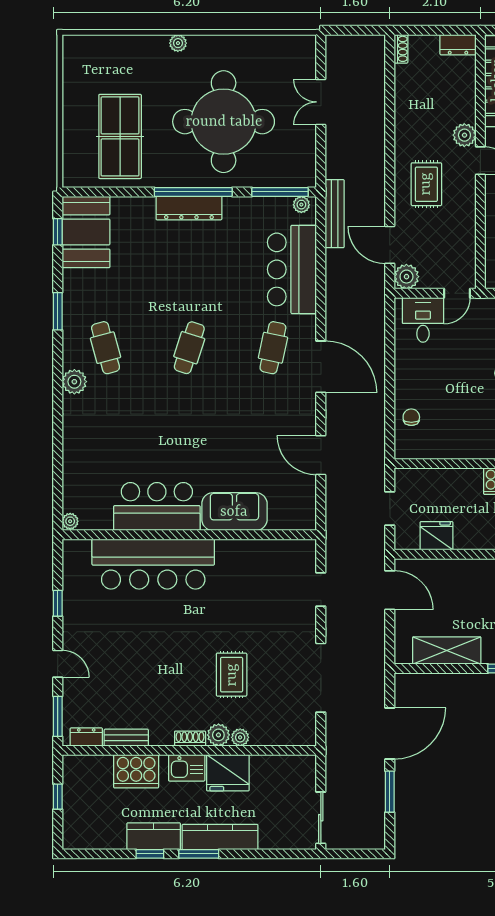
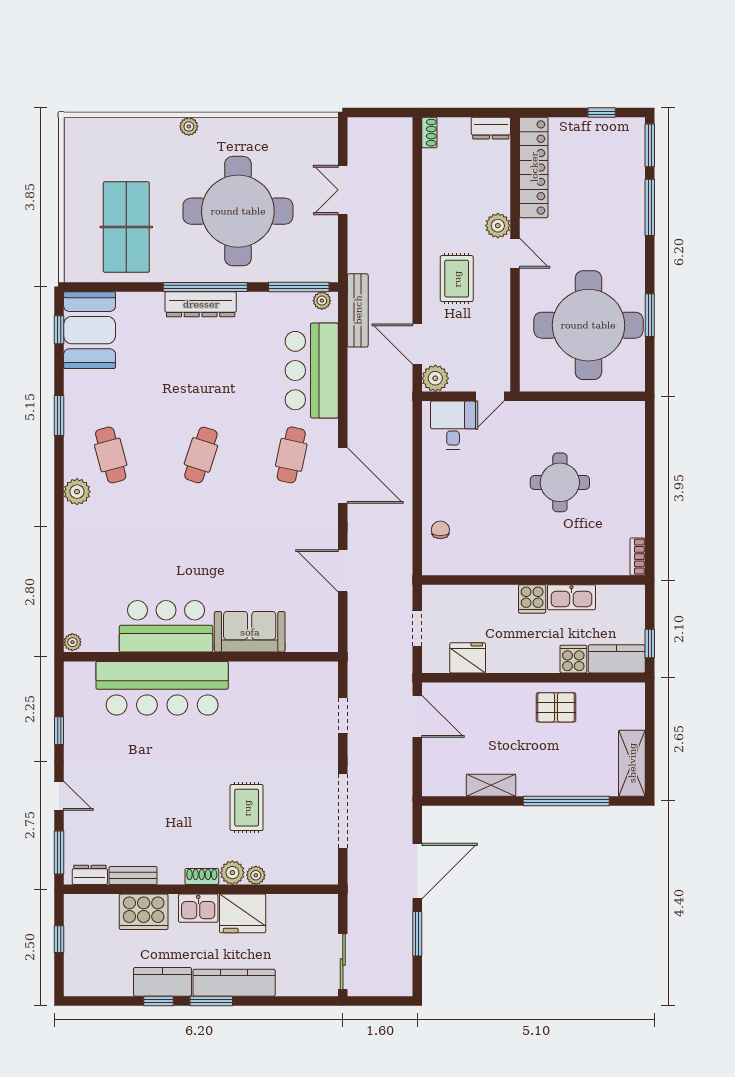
shelving: (447, 651) -> (491, 785), width x0.67, depth x0.75

